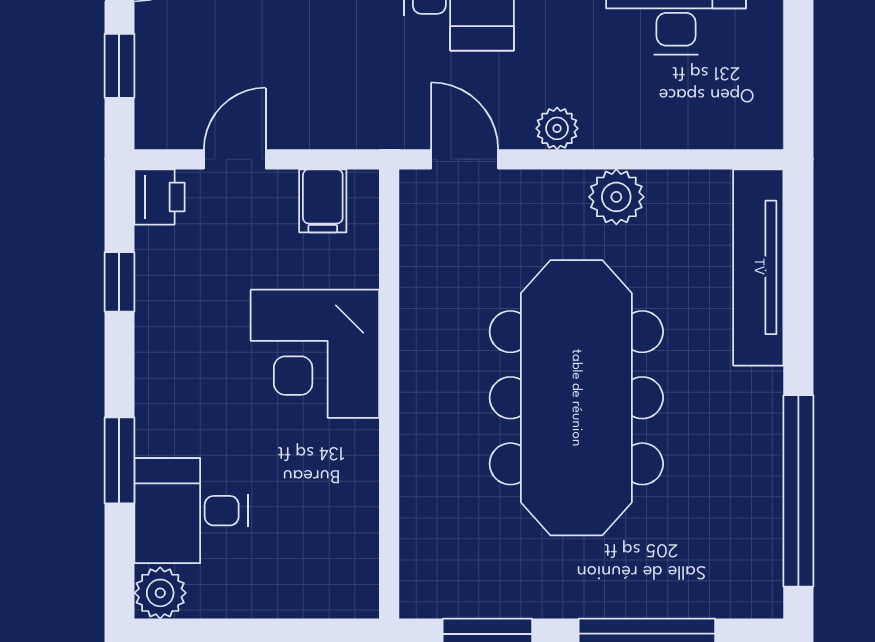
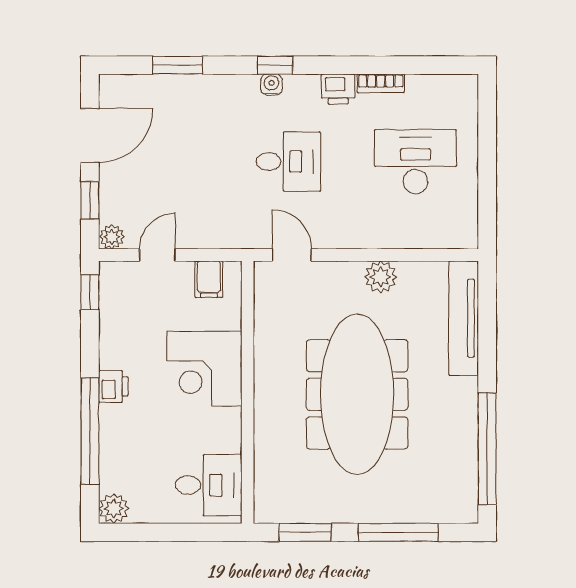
plant: (557, 128) -> (112, 237), moved
printer: (160, 197) -> (113, 386), moved
window: (119, 282) -> (90, 292), moved
window: (119, 460) -> (90, 431), width x2.11
desk: (191, 511) -> (209, 485), moved, turned 180

